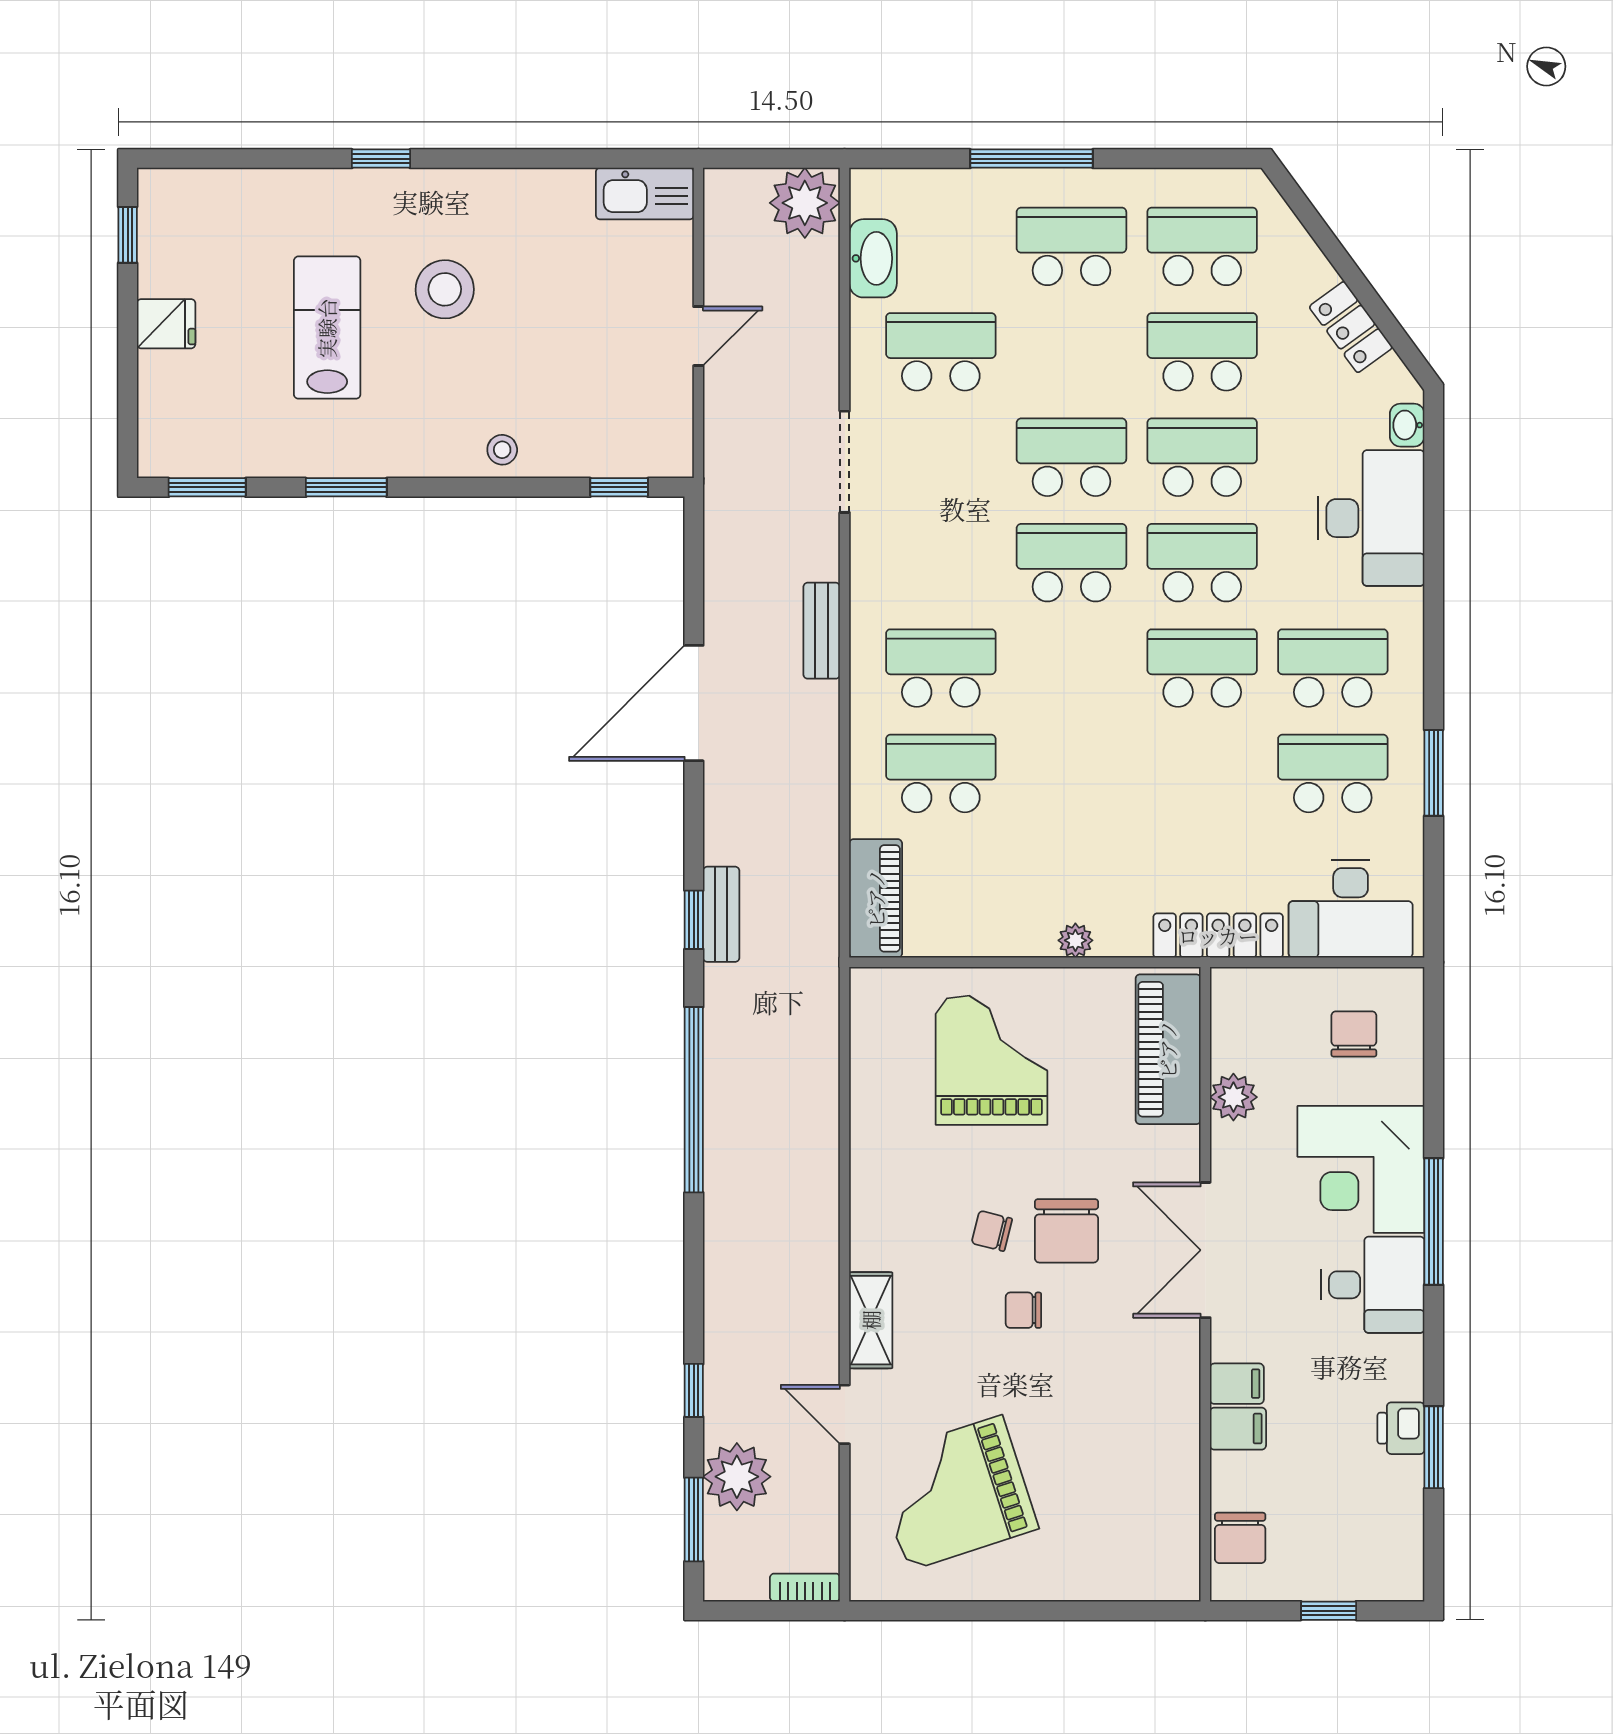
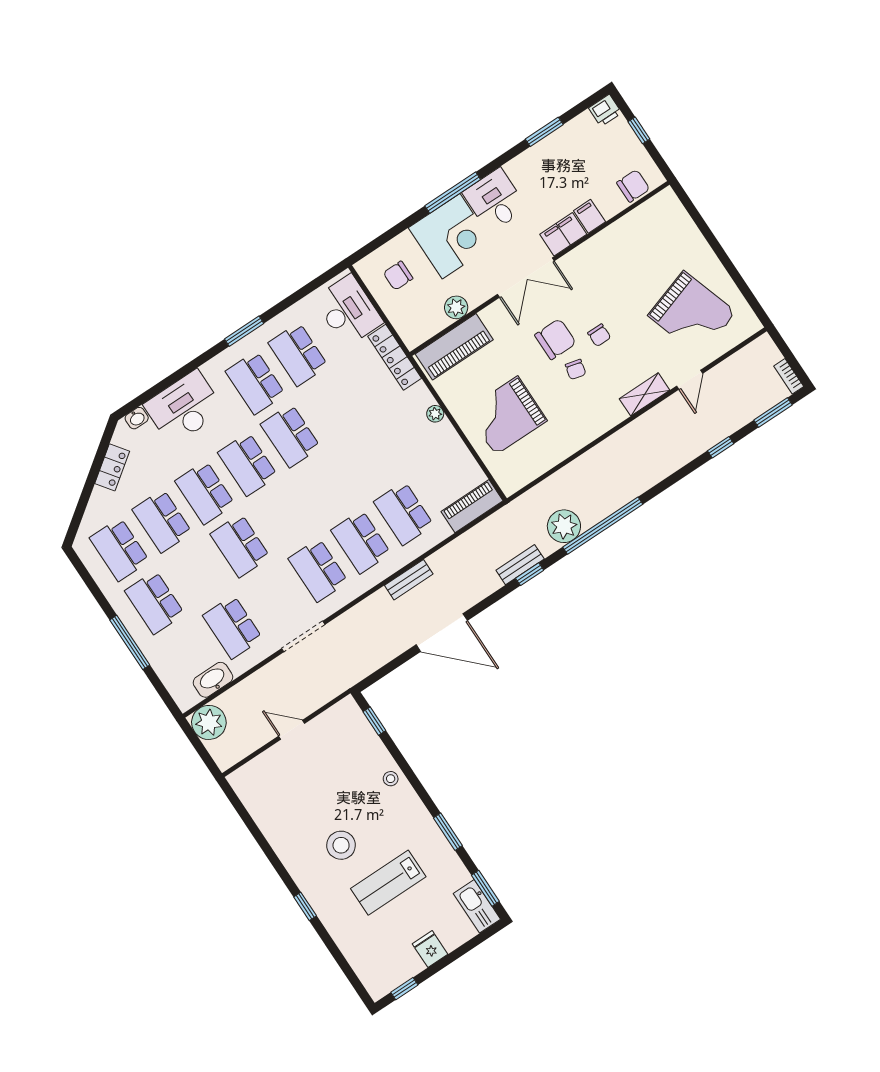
kitchen sink: (645, 194) -> (477, 906), moved, turned 180
school desk: (1071, 563) -> (318, 570), moved
bench: (822, 631) -> (409, 580), moved
window: (1434, 773) -> (244, 331), moved
filing cabinet: (1237, 1384) -> (563, 234), width x2.00
printer: (1401, 1428) -> (605, 110), moved
plant: (737, 1477) -> (564, 526), moved
bookcase: (805, 1588) -> (789, 376), moved

